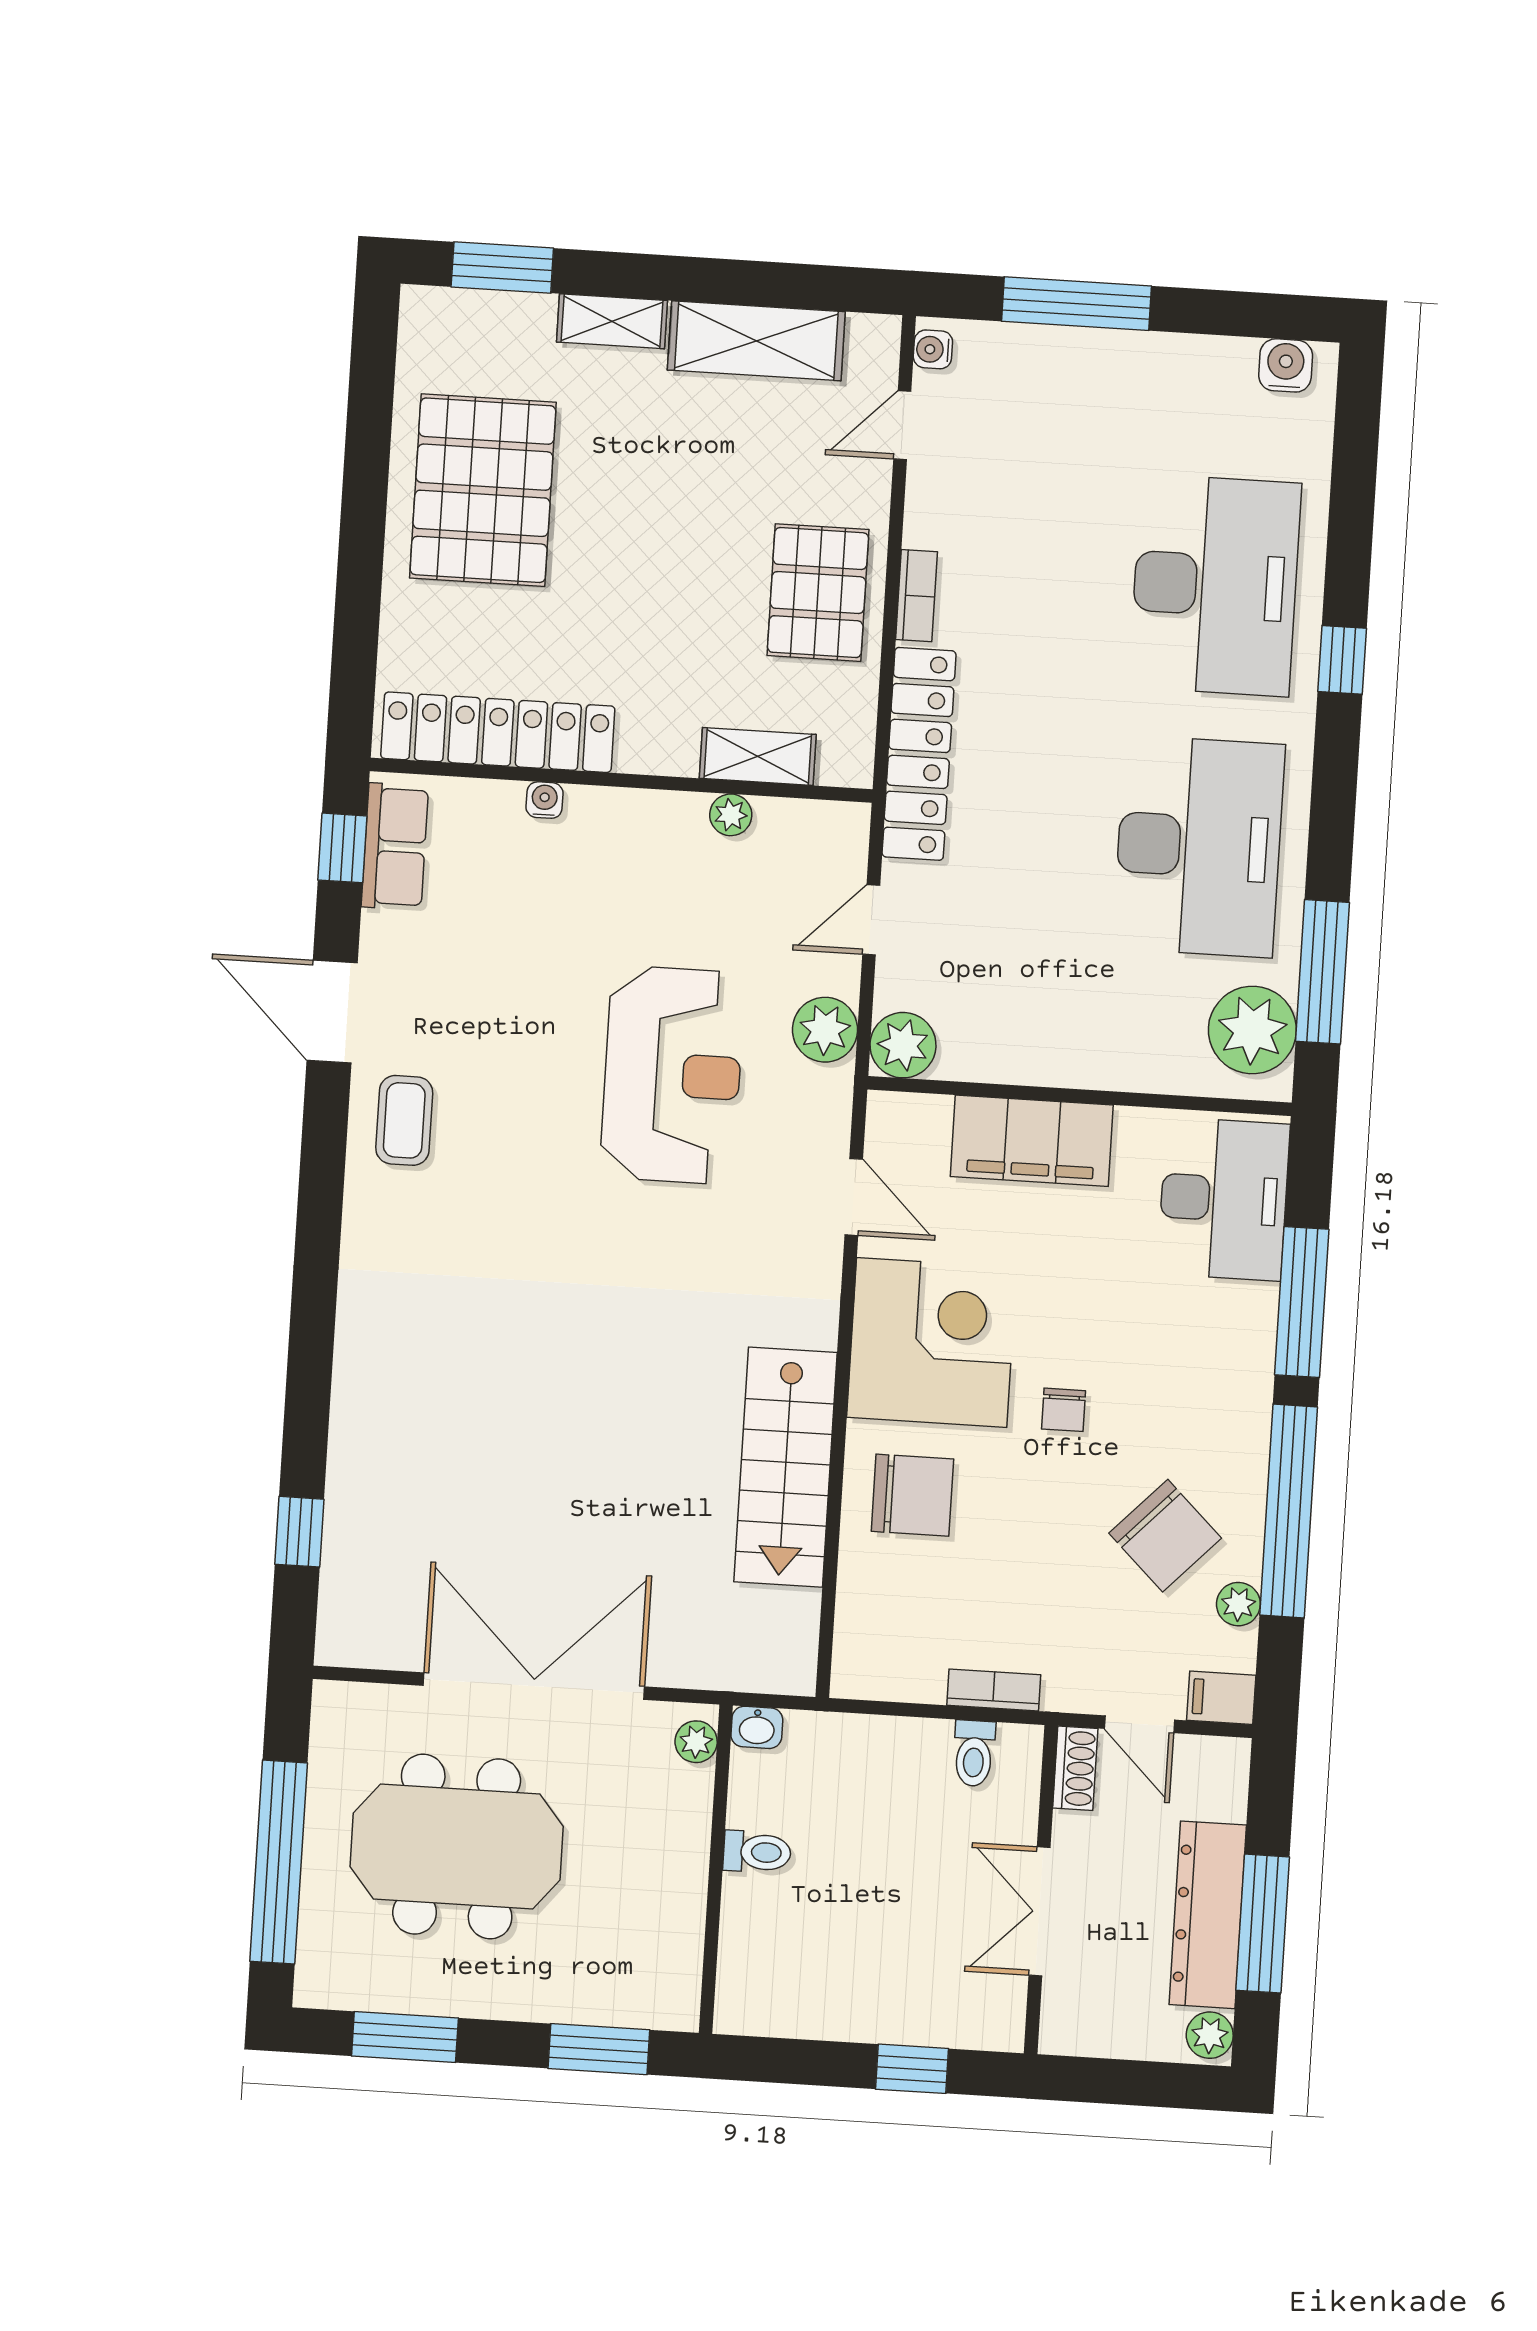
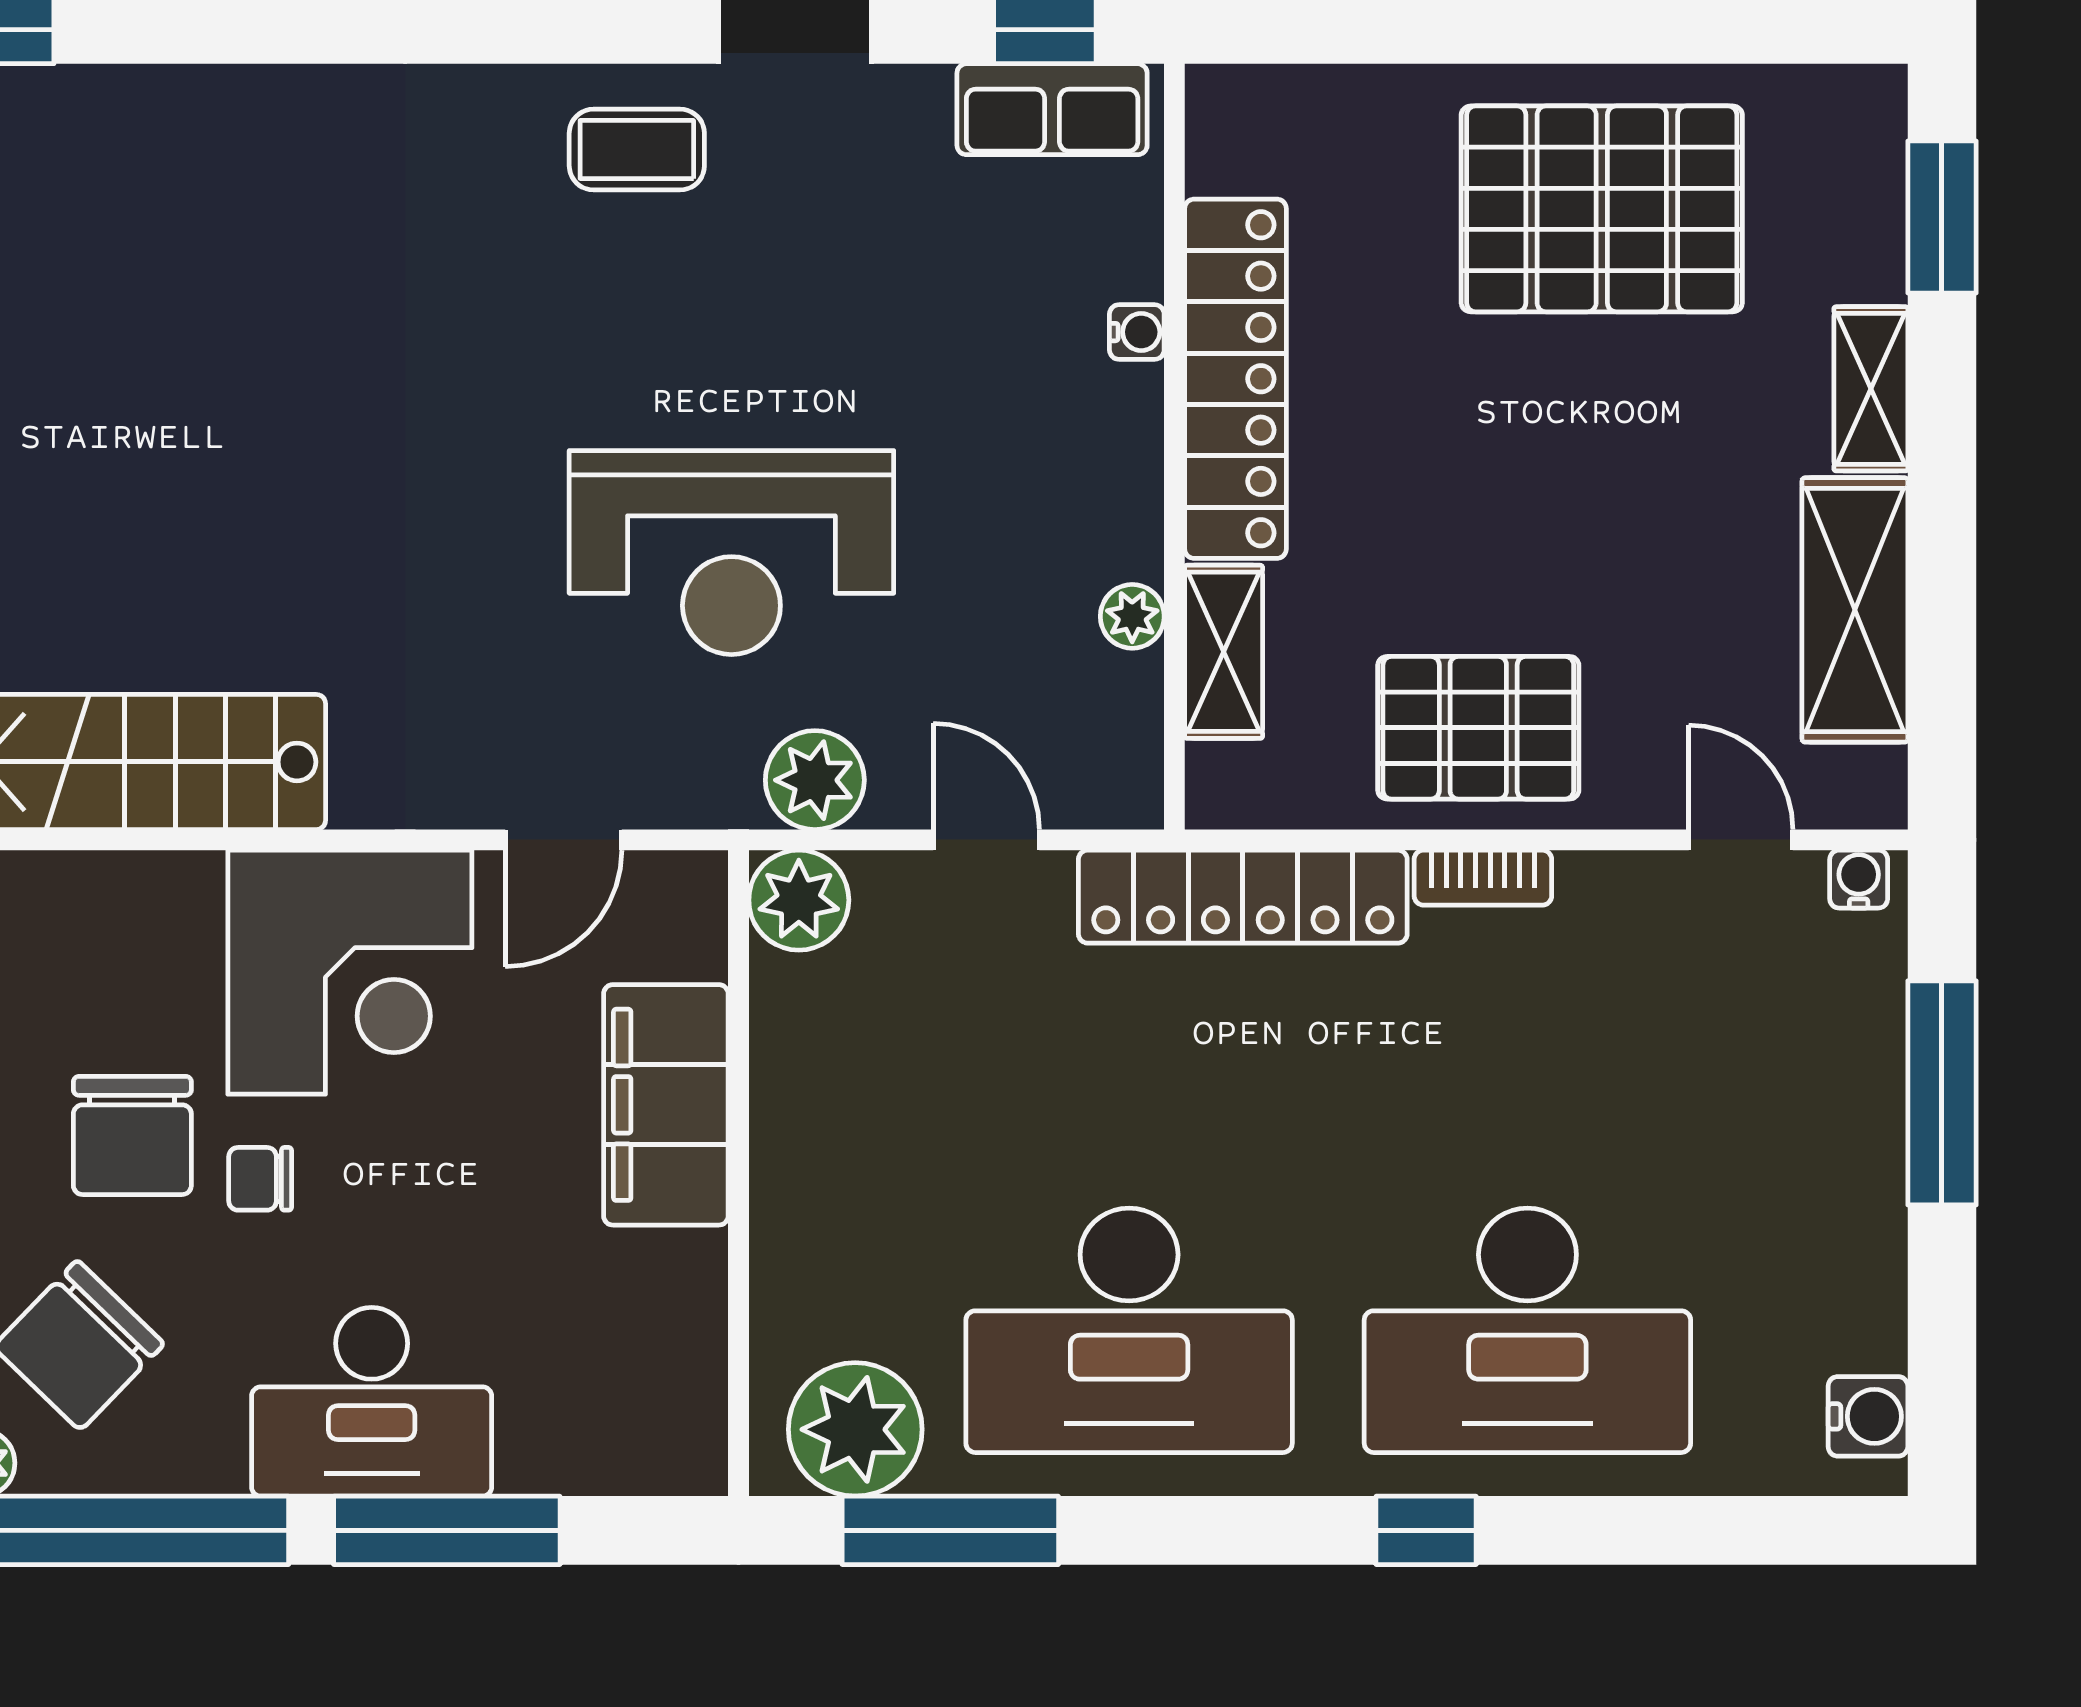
locker: (498, 732) -> (1235, 379), moved
desk: (1224, 1199) -> (372, 1402), moved
chair: (912, 1495) -> (132, 1135), moved

